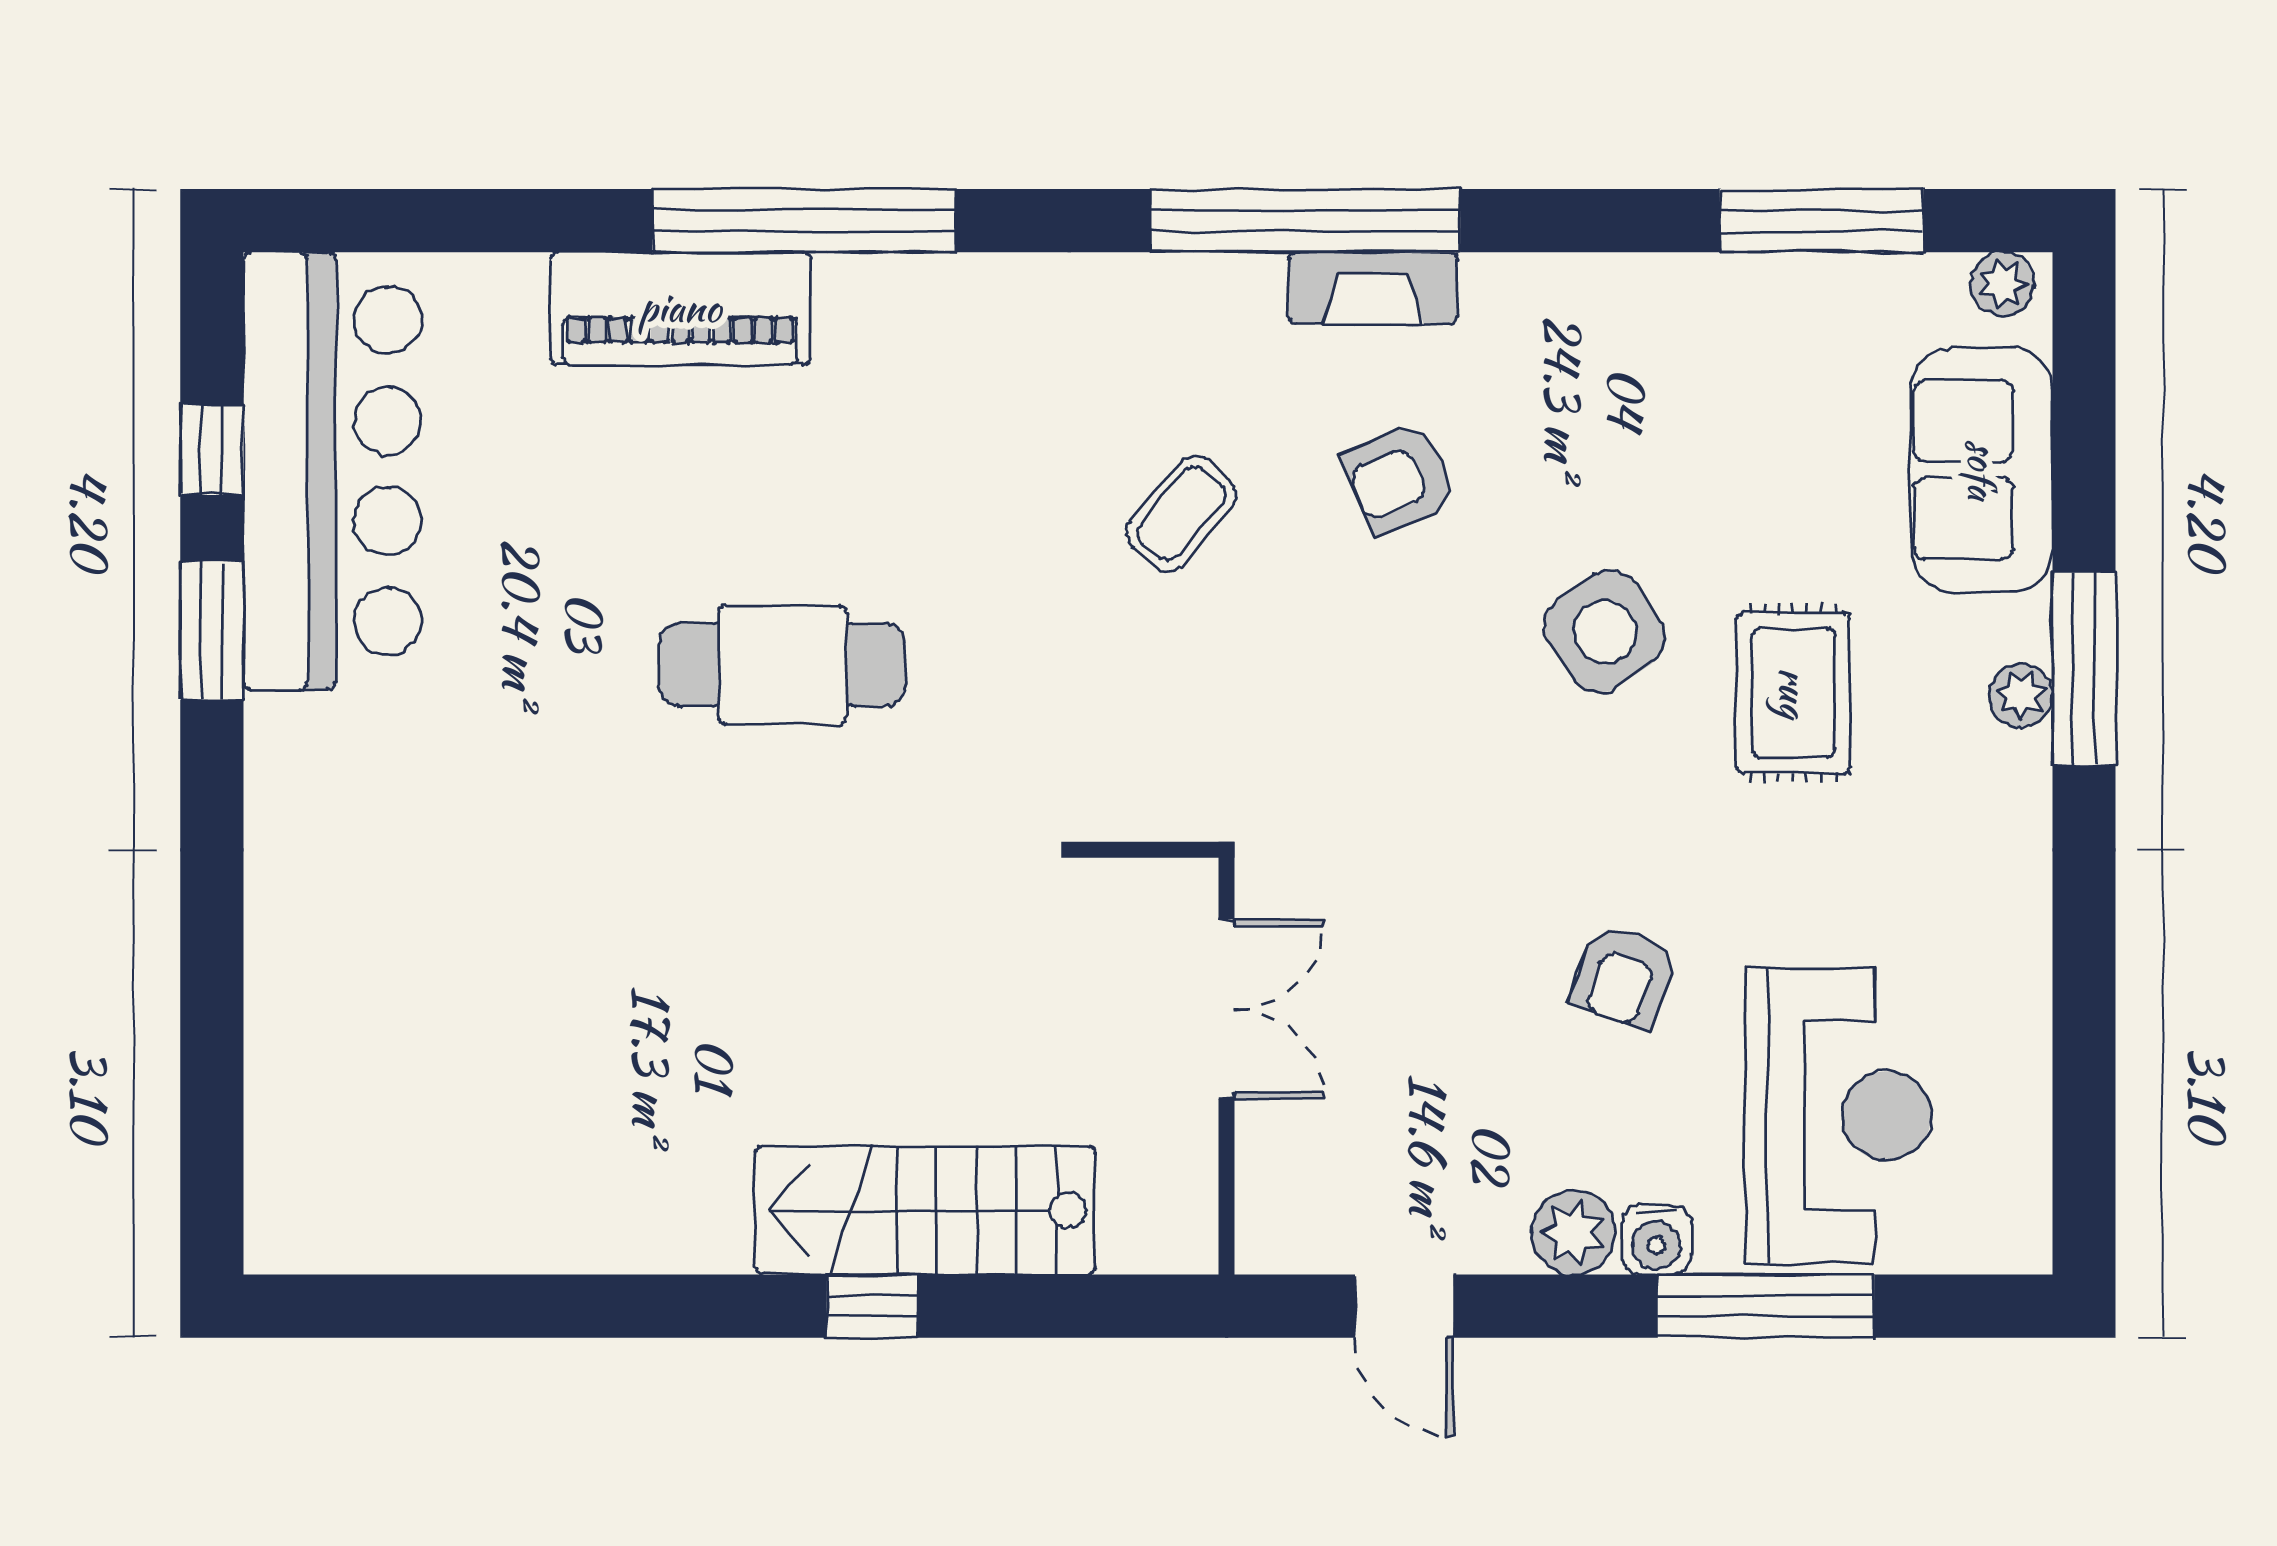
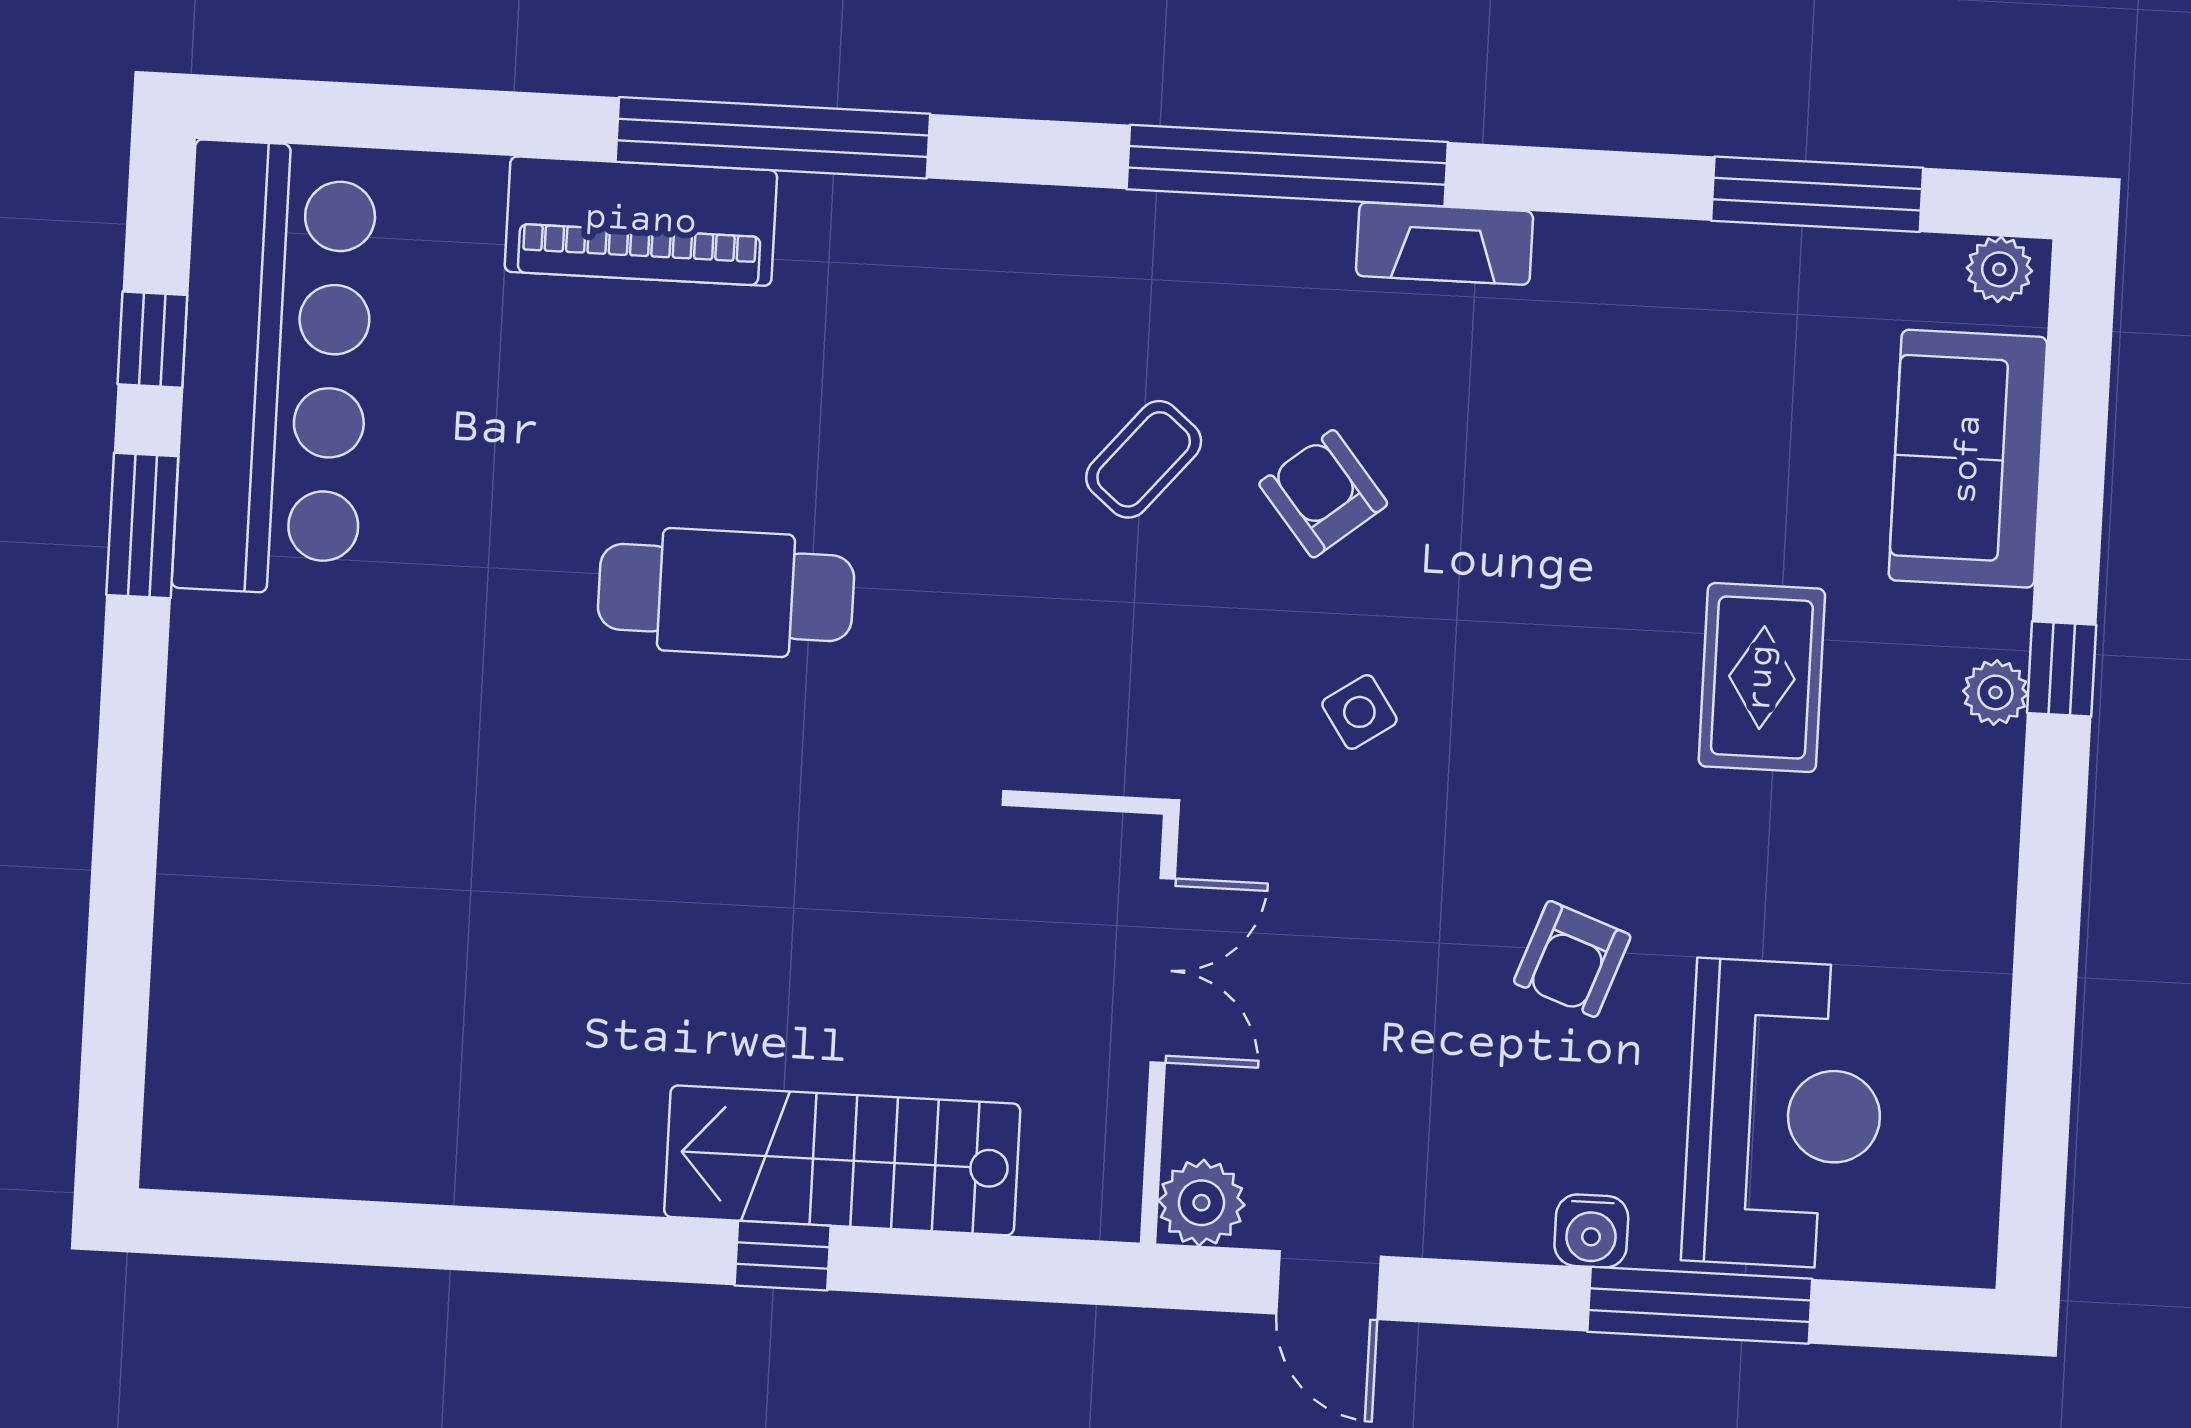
fireplace: (1373, 288) -> (1445, 244), moved
armchair: (1400, 479) -> (1323, 494), moved, turned 74
side table: (1605, 632) -> (1359, 712), moved, width x0.54, depth x0.54
window: (2084, 669) -> (2062, 669), width x0.46
plant: (1573, 1233) -> (1201, 1203), moved

